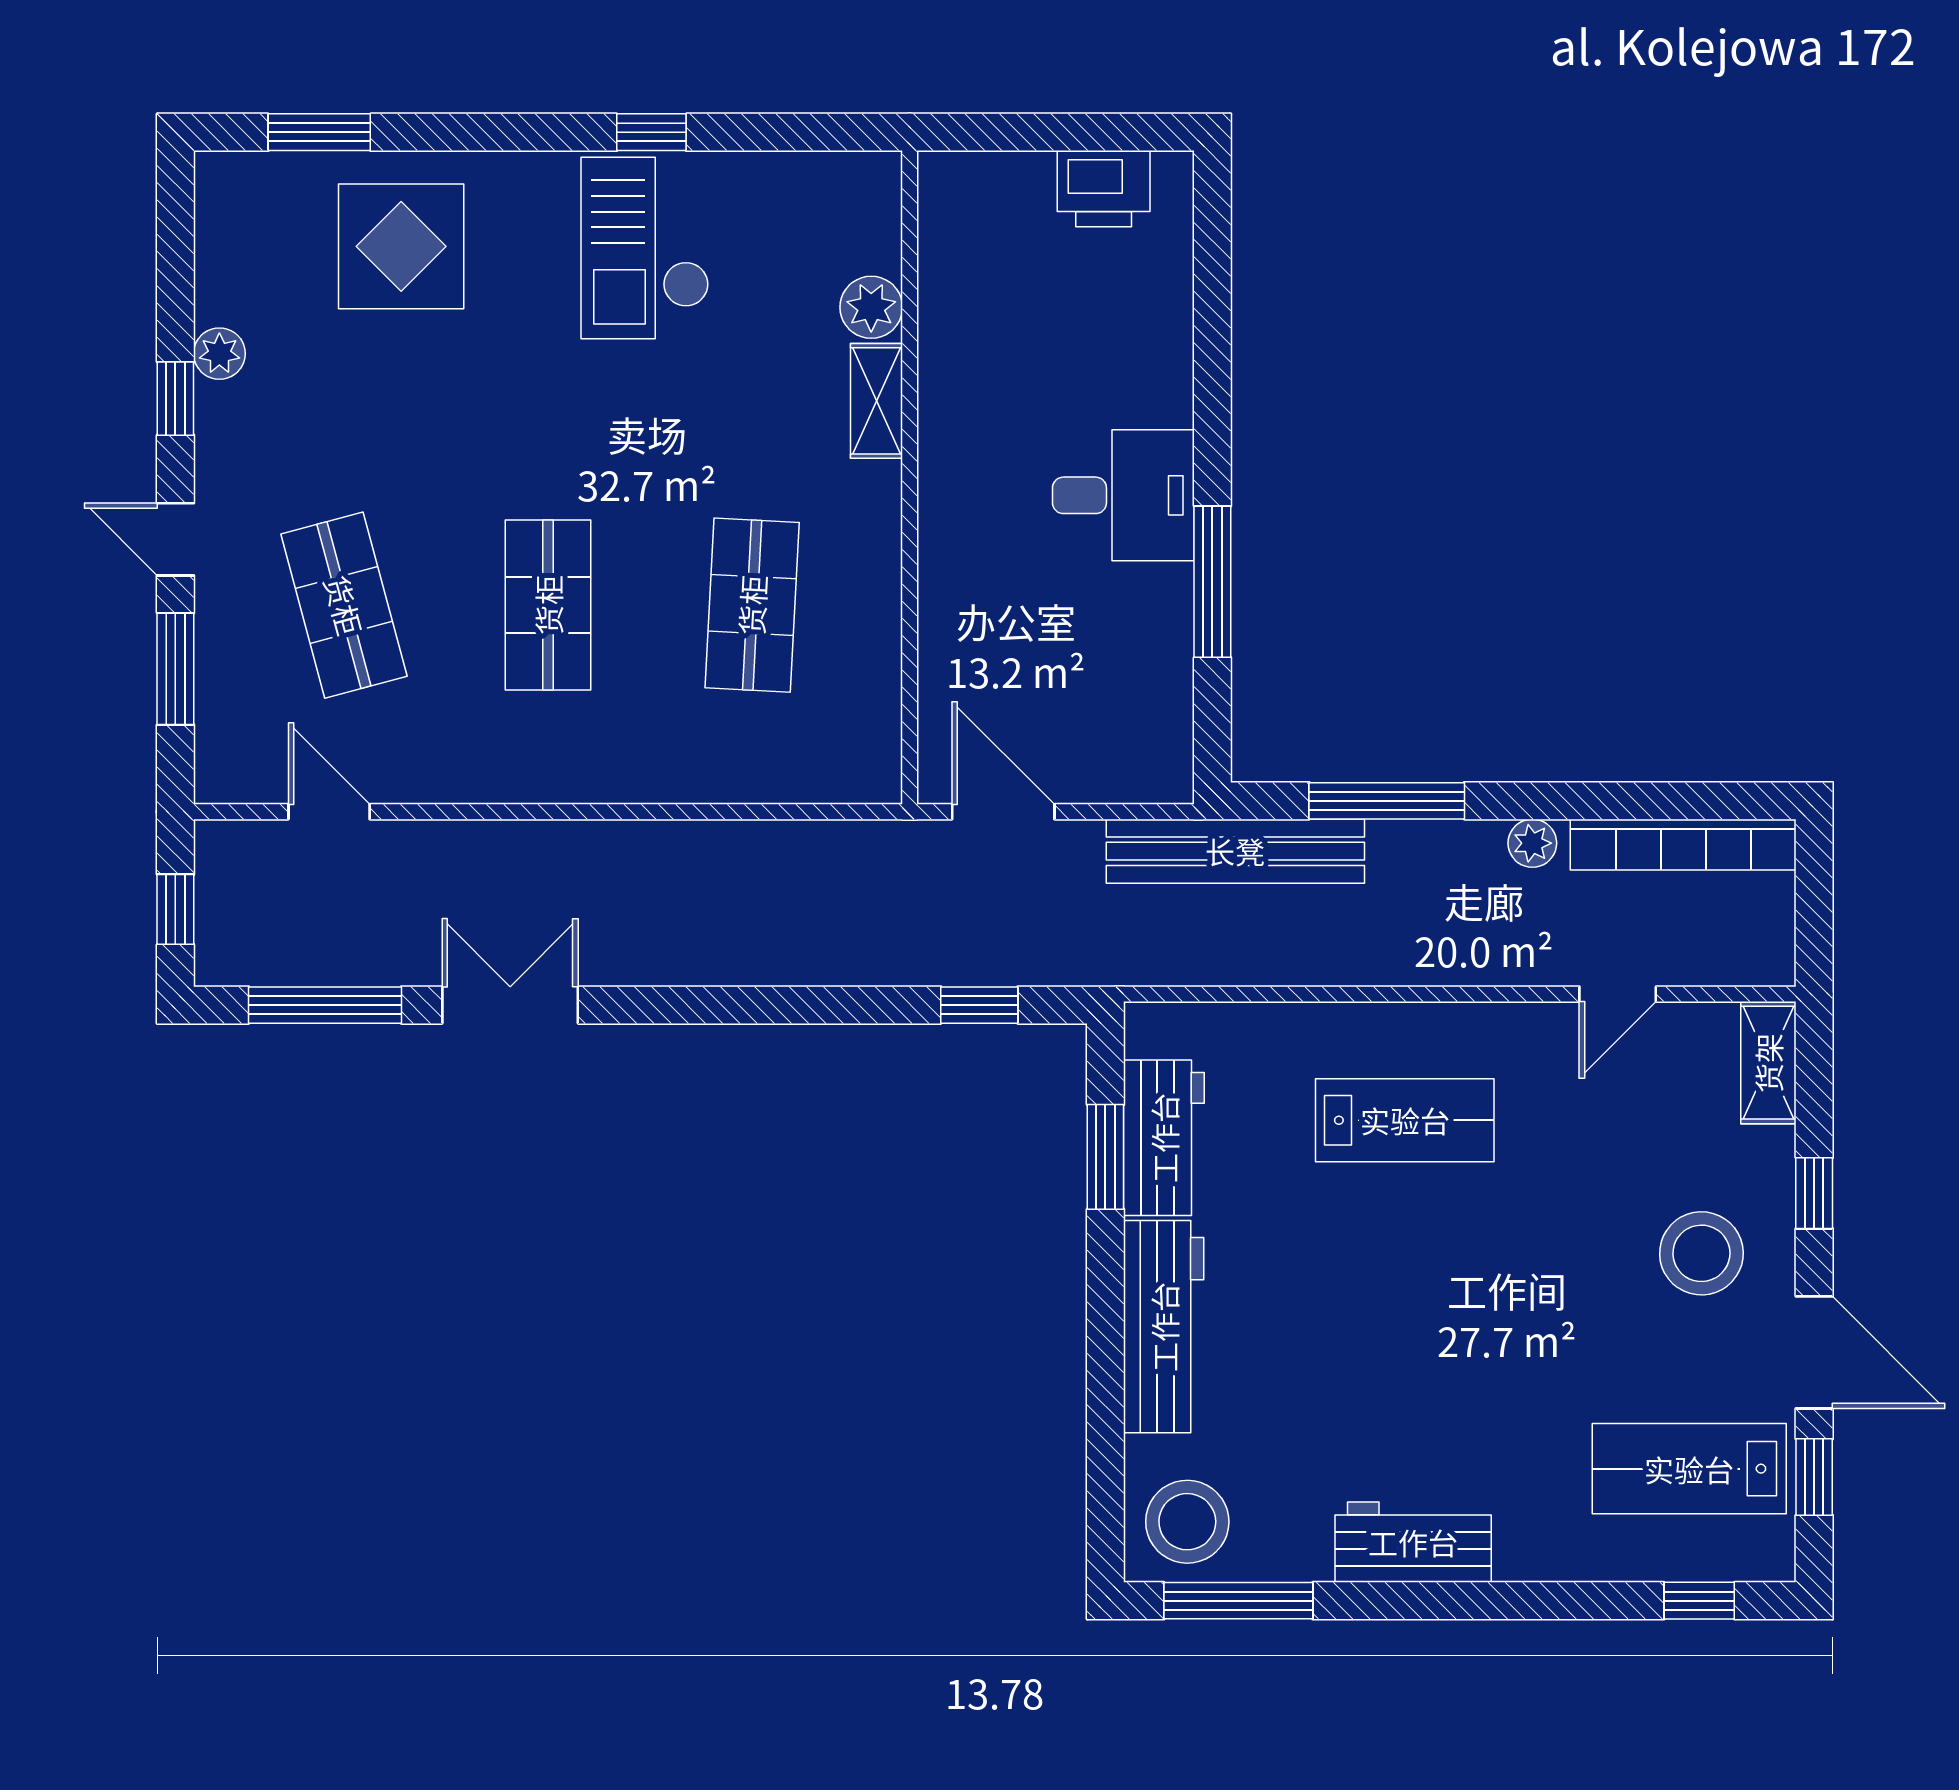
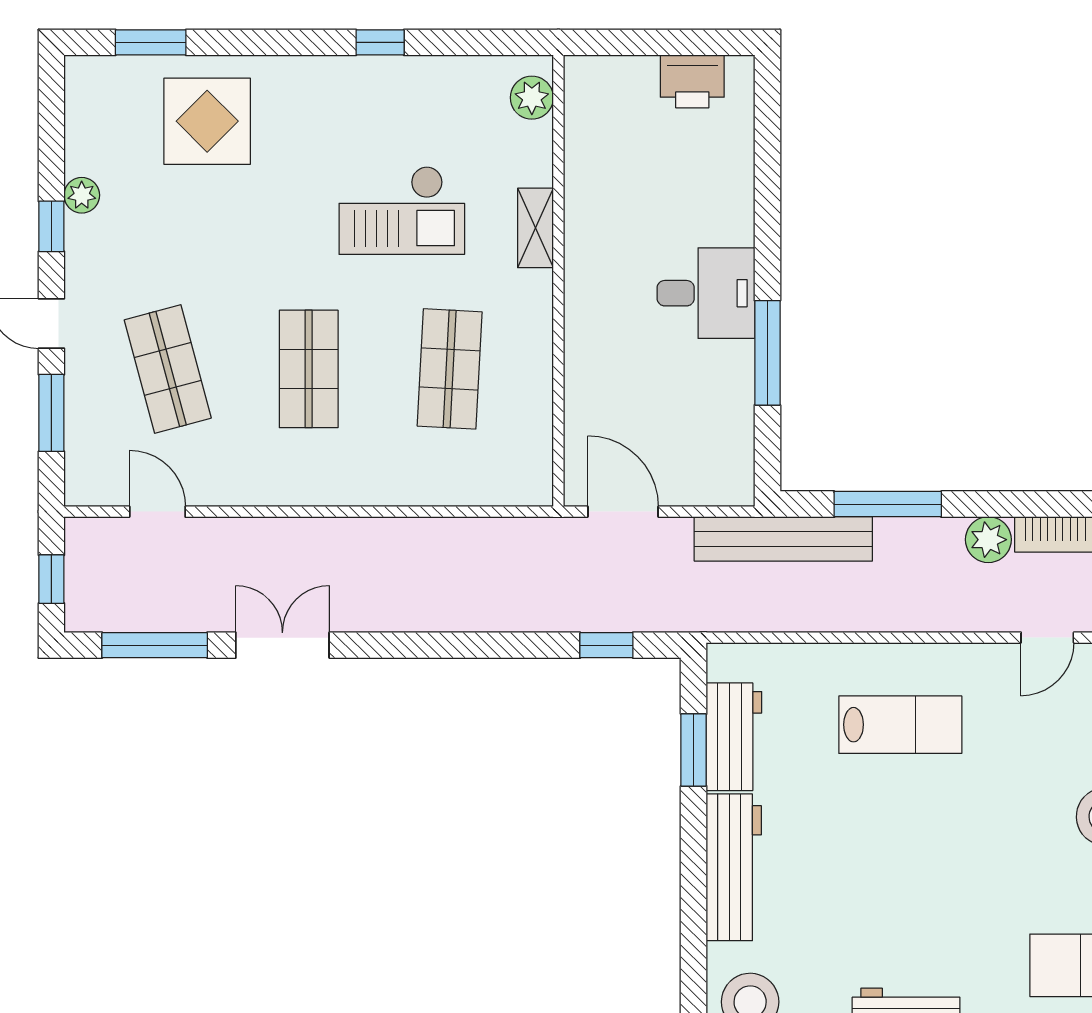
checkout: (645, 248) -> (402, 210), moved, turned -90
plant: (871, 307) -> (532, 98), moved
plant: (1532, 843) -> (988, 540), width x1.38, depth x1.38

